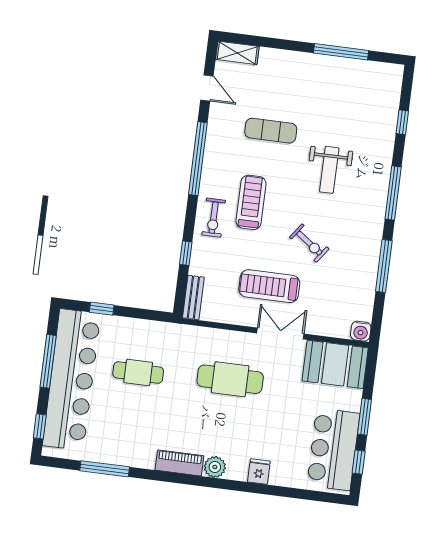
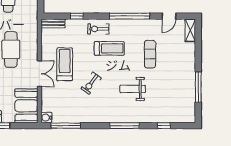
window: (384, 266) -> (66, 126), moved

